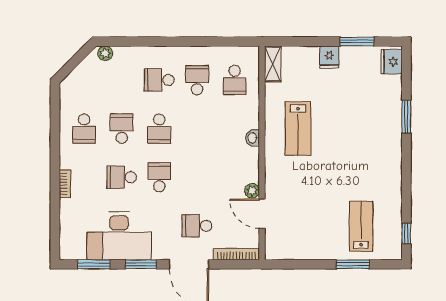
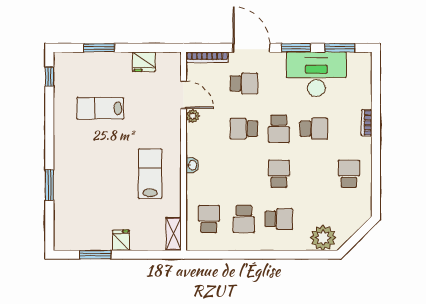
plant: (105, 53) -> (323, 238), width x1.87, depth x1.87
fridge: (391, 62) -> (144, 62), moved, turned 90
school desk: (122, 129) -> (244, 129), moved, turned 90
lab bench: (361, 226) -> (100, 108), moved, turned 90

